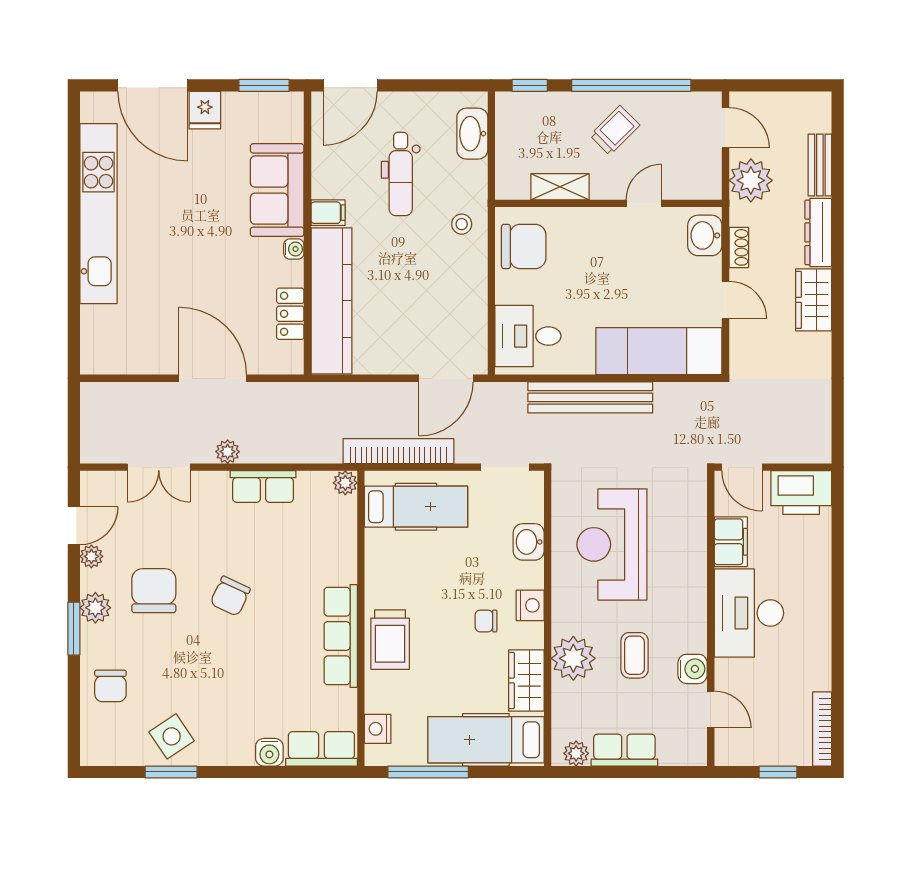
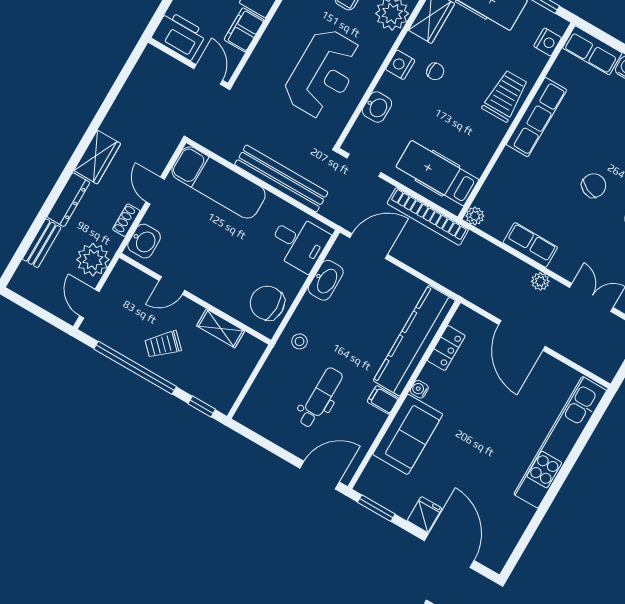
washbasin: (472, 134) -> (326, 280), moved
kitchen unit: (98, 214) -> (560, 442), moved

